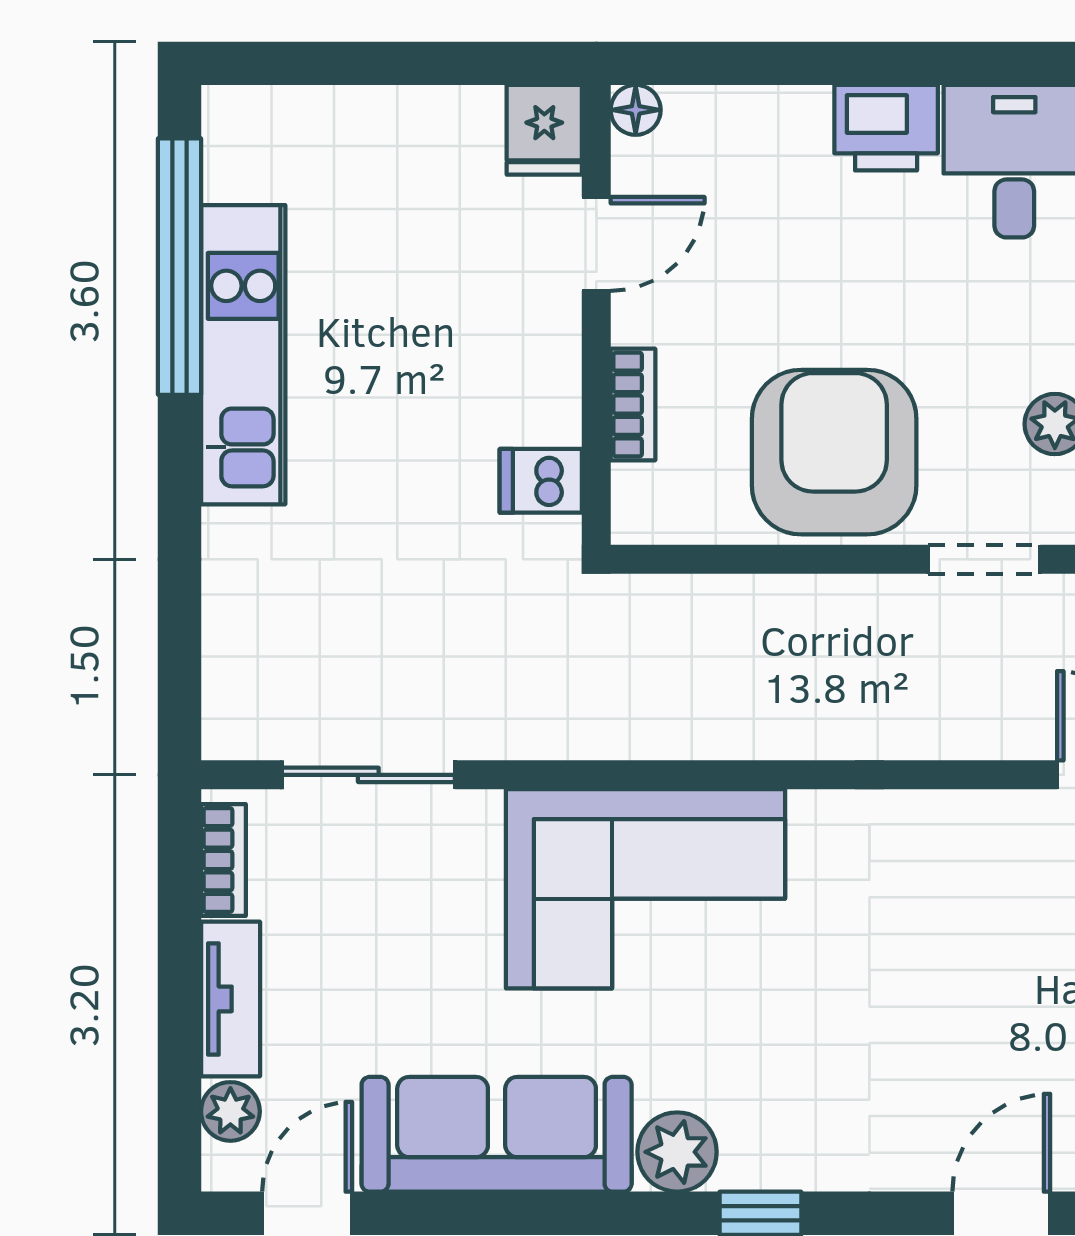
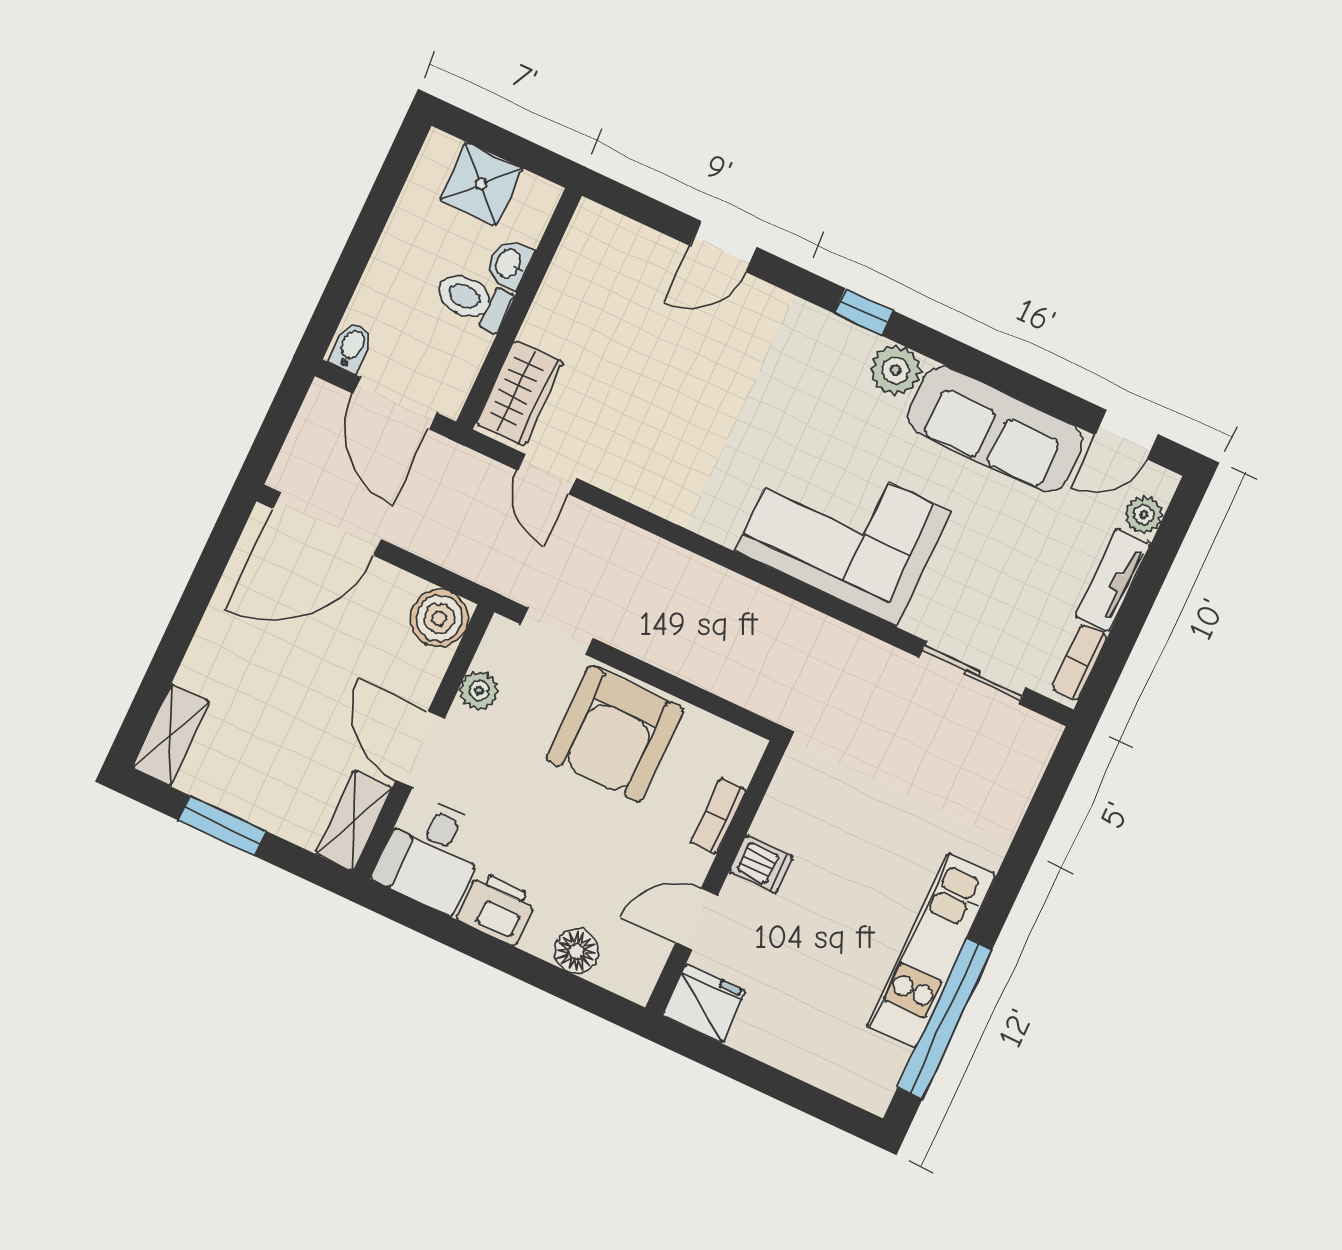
floor lamp: (636, 110) -> (576, 951), moved, width x1.37, depth x1.37
fridge: (544, 130) -> (704, 1003), width x1.38
dishwasher: (541, 481) -> (761, 864), moved

